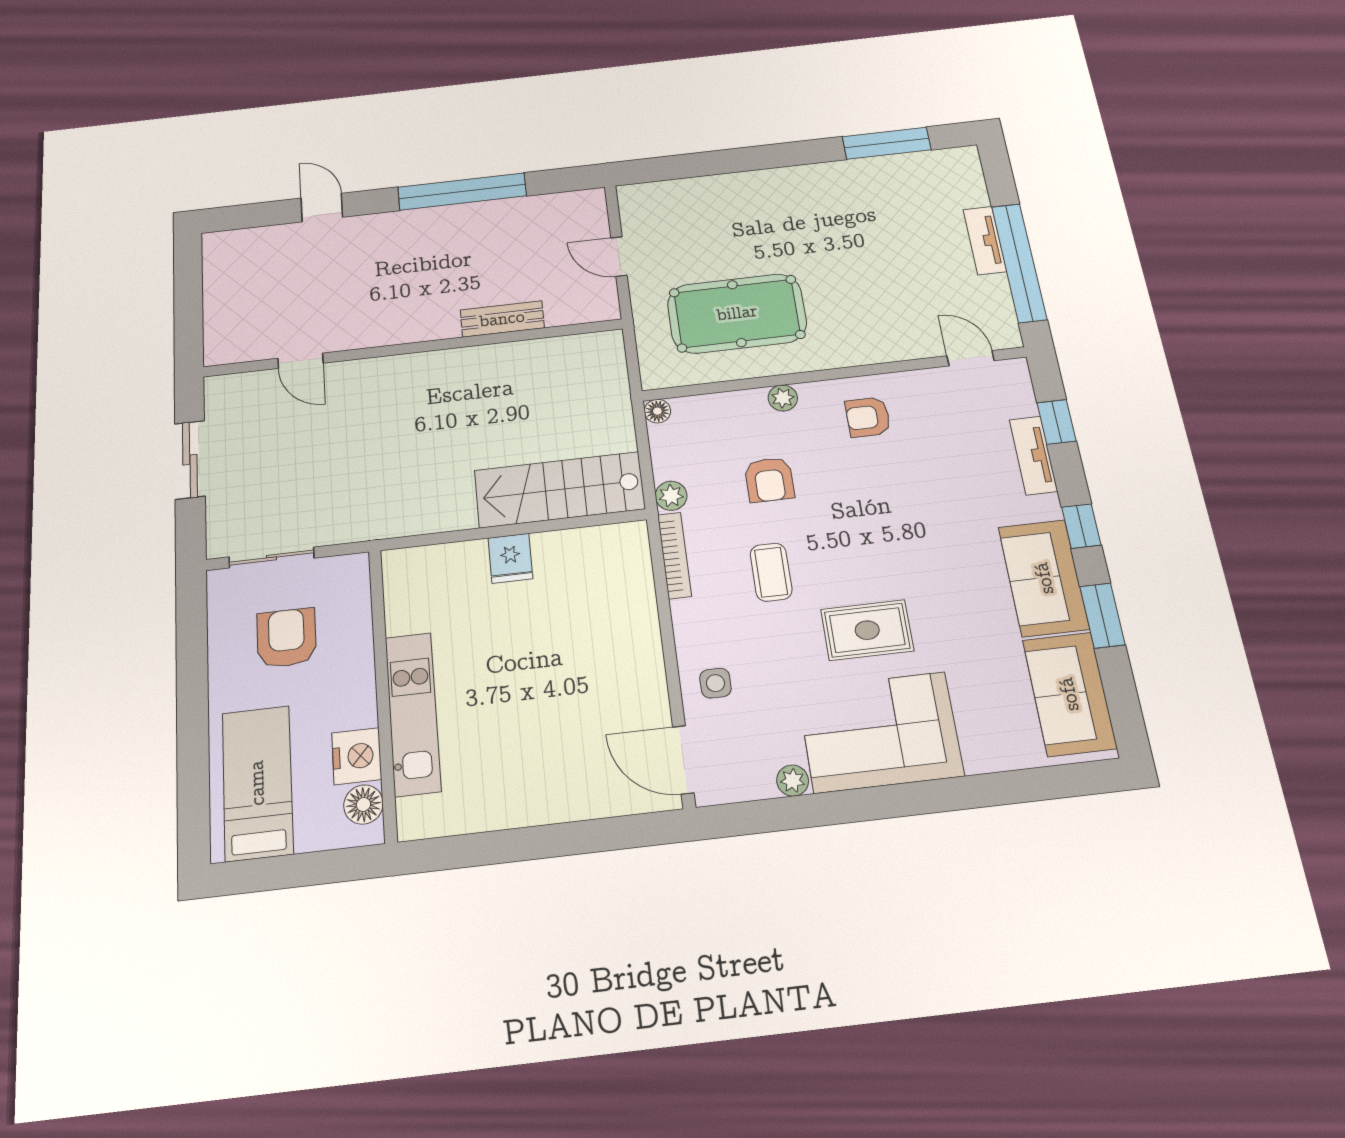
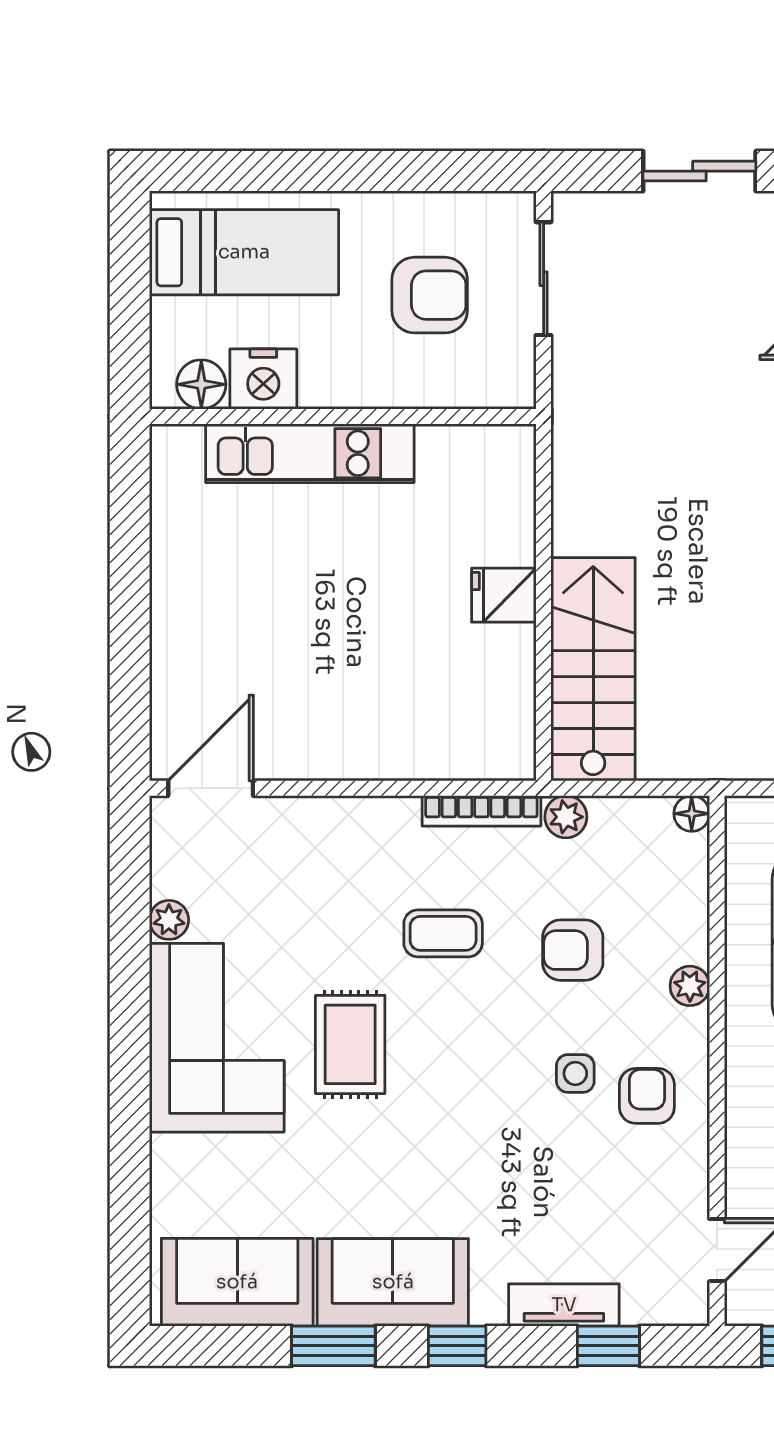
side table: (715, 683) -> (575, 1073), moved

